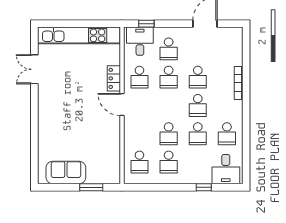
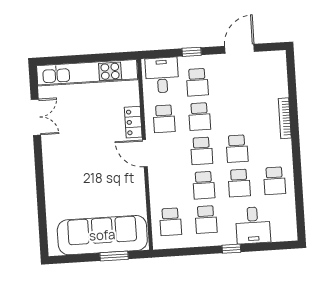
window: (146, 24) -> (192, 52), moved
double door: (34, 69) -> (36, 117), swing flipped
school desk: (198, 77) -> (202, 151), moved
desk: (226, 169) -> (253, 225), moved
sofa: (66, 173) -> (102, 235), width x1.85, depth x1.27
window: (204, 187) -> (231, 249), moved

